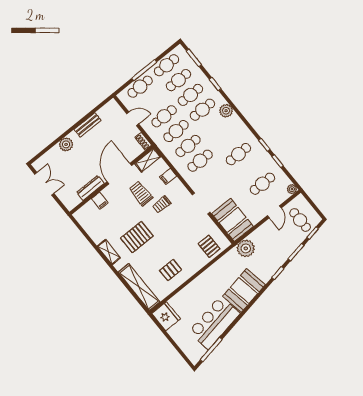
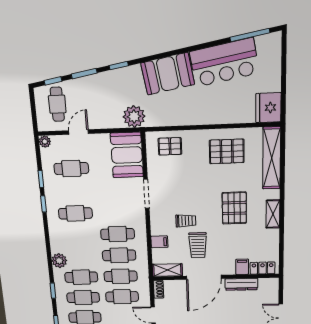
locker: (86, 210) -> (262, 268), added
pallet: (137, 237) -> (234, 208), turned 90
pallet: (209, 246) -> (170, 146), turned 90
pallet: (171, 270) -> (227, 151), width x1.50, depth x1.42

